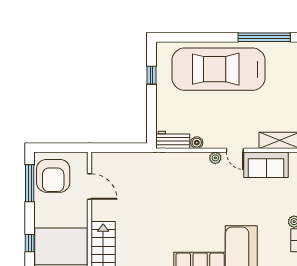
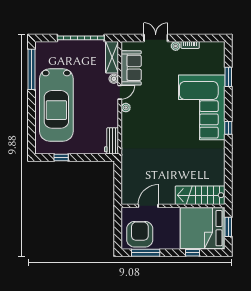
boiler: (197, 143) -> (114, 79), moved
armchair: (53, 176) -> (140, 234), turned -90

